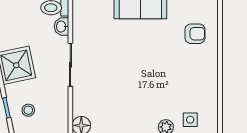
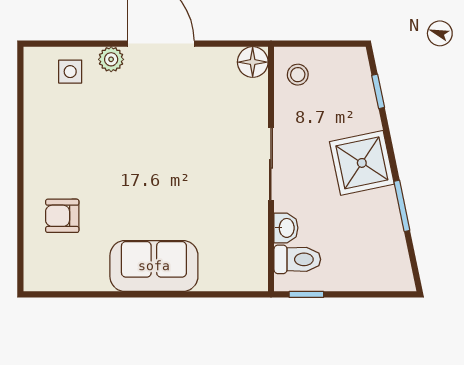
stool: (28, 110) -> (298, 75), moved

